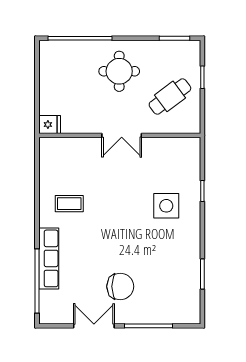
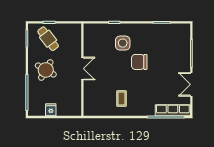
round table: (119, 71) -> (46, 70), turned 30
cafe table: (170, 96) -> (48, 39), moved
fridge: (50, 125) -> (51, 110), moved
row of seats: (49, 258) -> (173, 110), moved
chair: (120, 286) -> (139, 62), moved, turned -90

